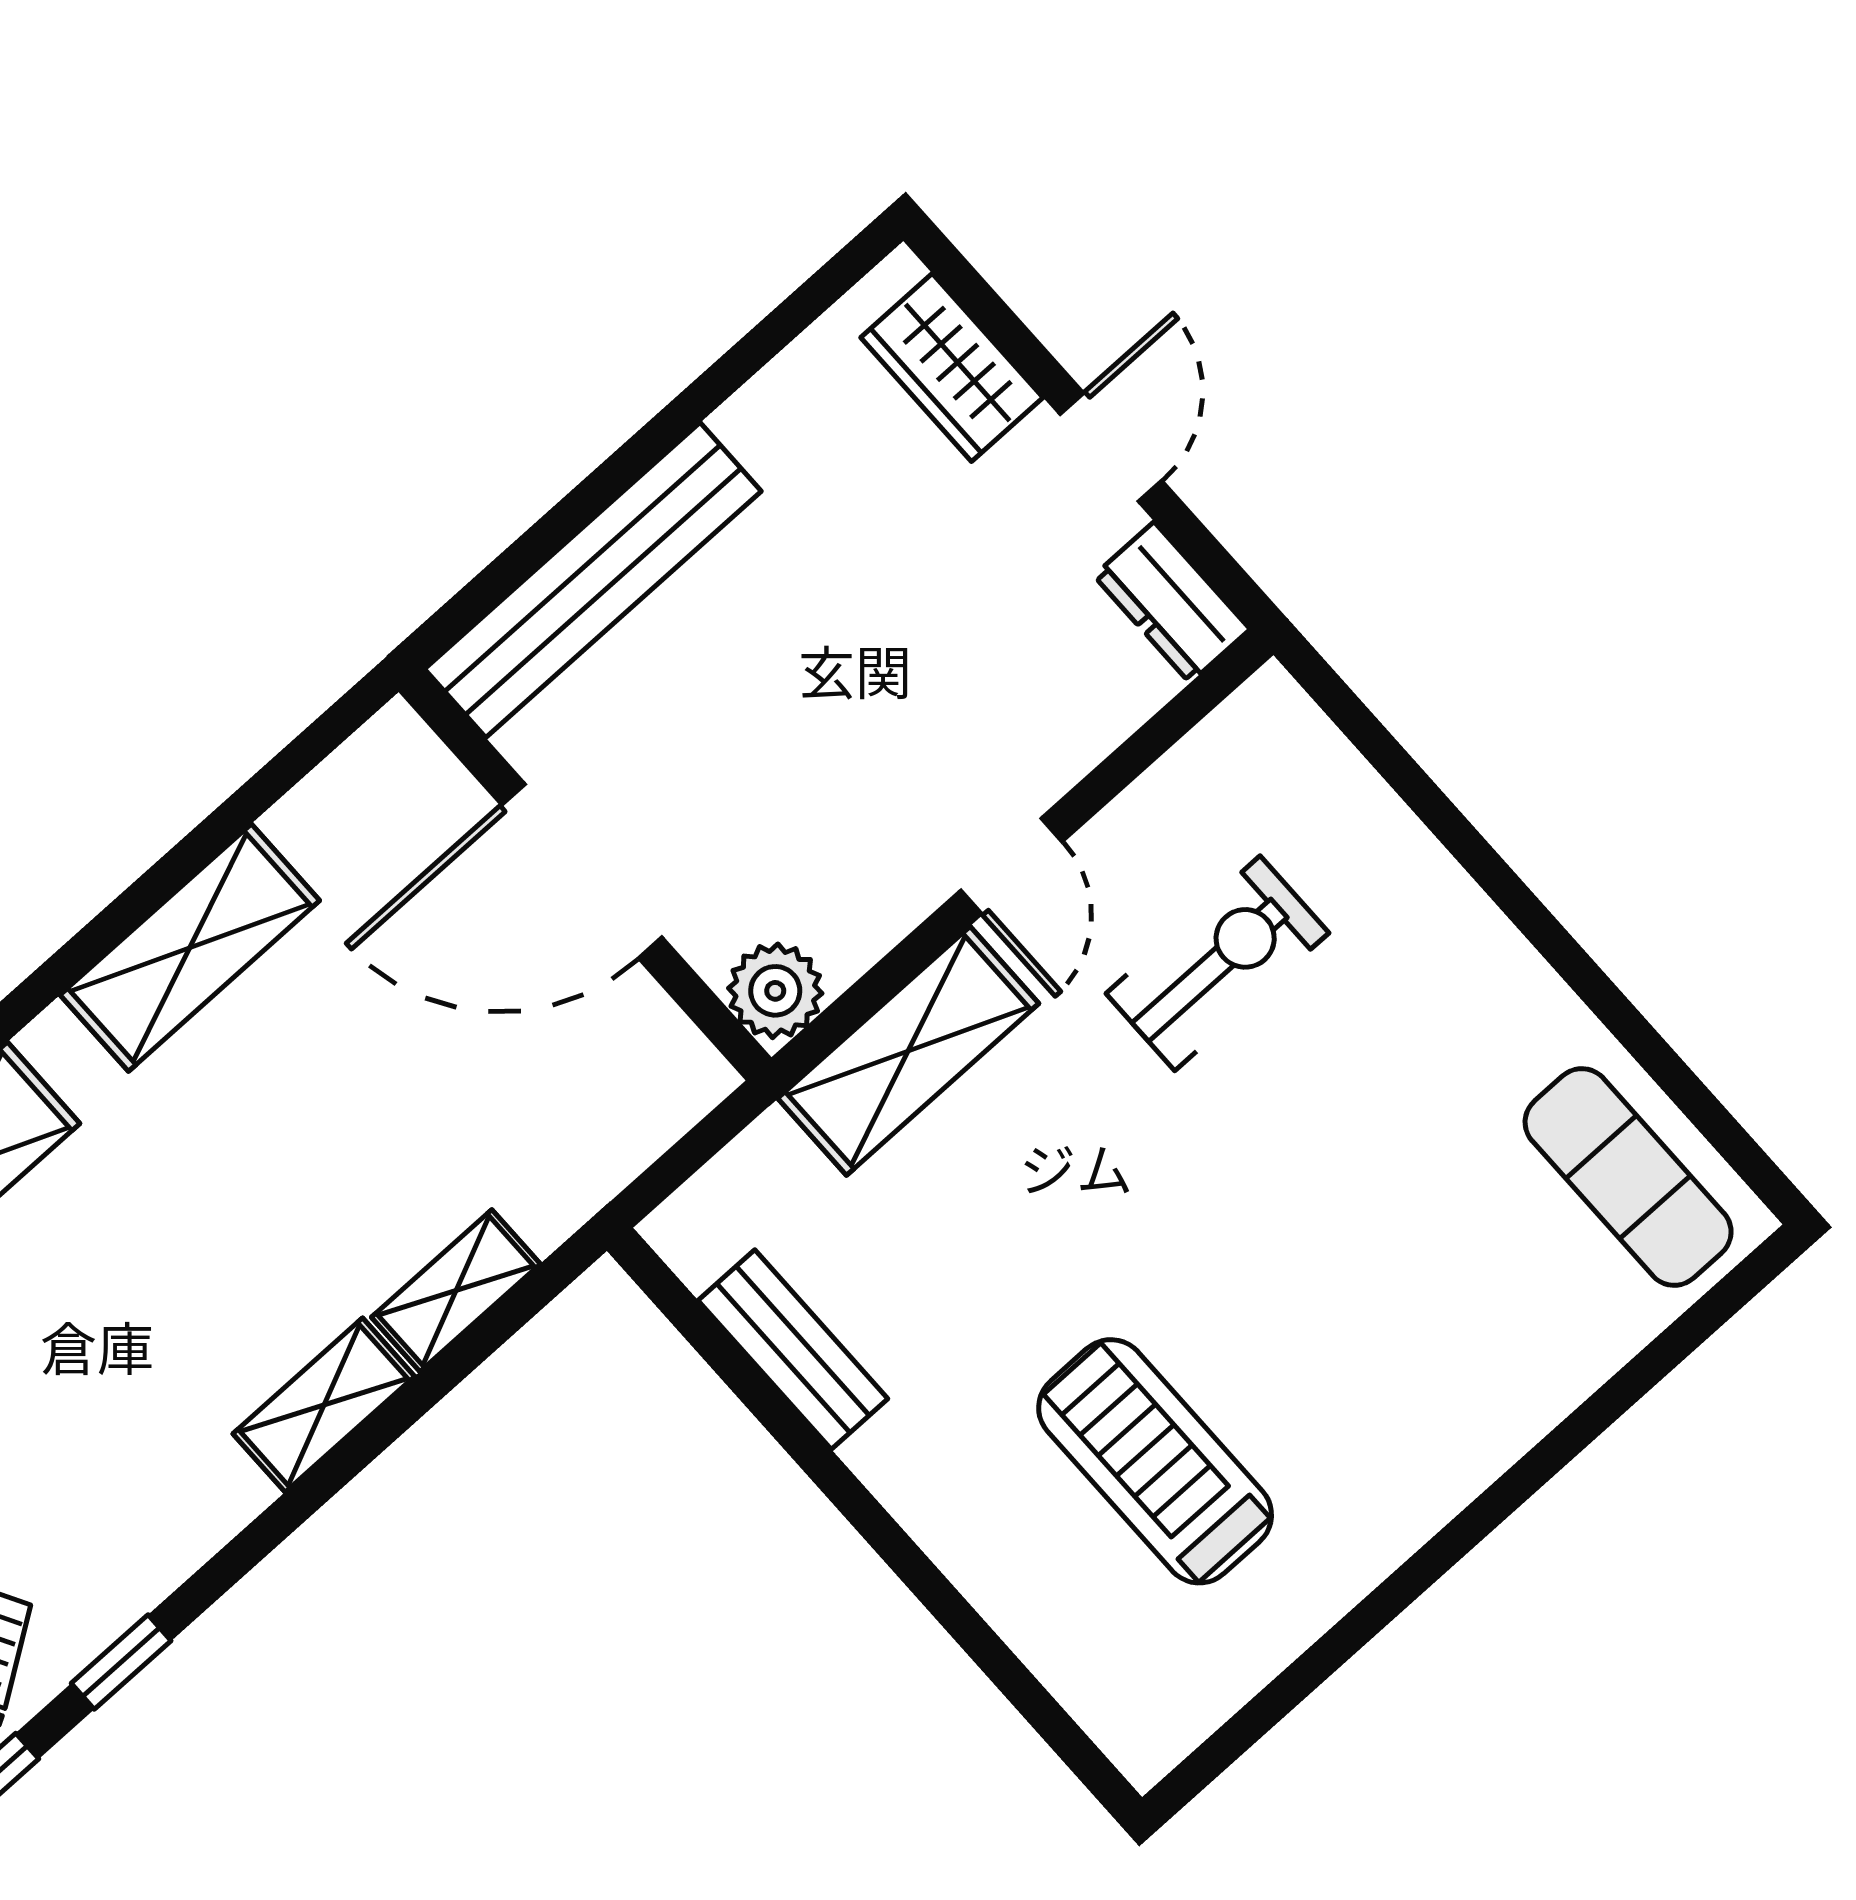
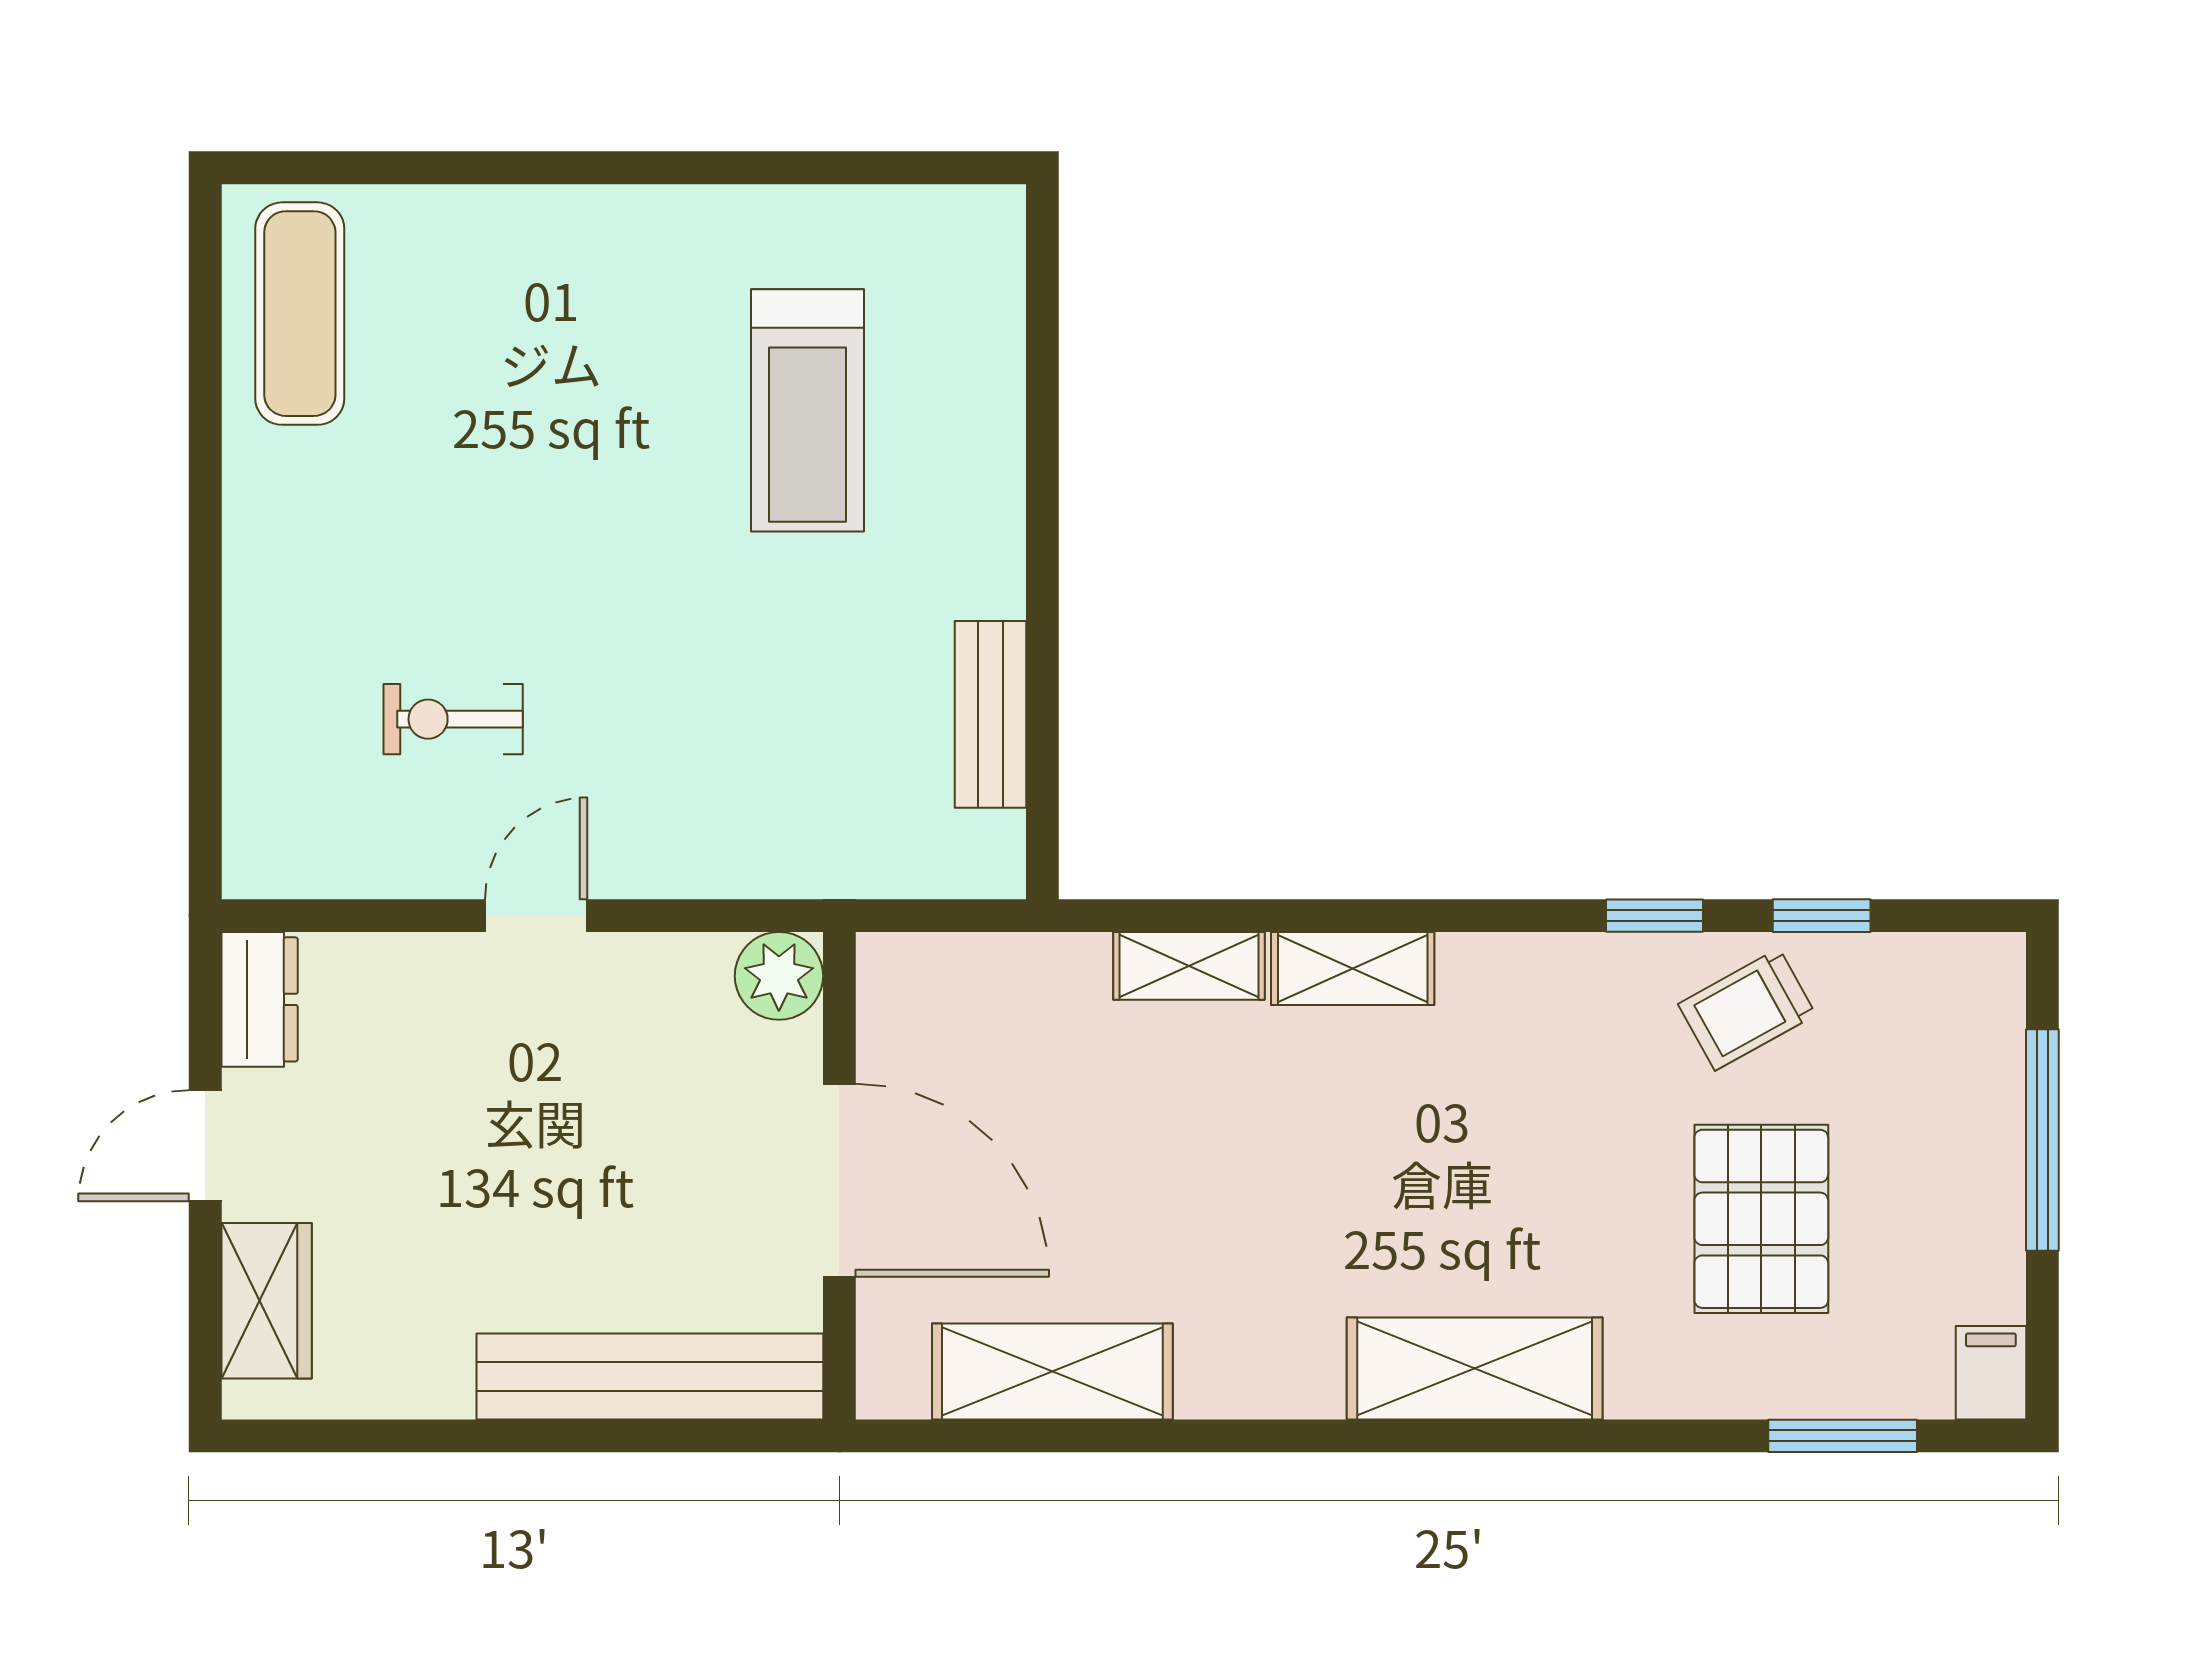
shelving: (190, 948) -> (1052, 1371), moved
exercise bike: (1217, 963) -> (453, 719), width x0.73, depth x0.72
shelving: (908, 1051) -> (724, 851), removed

